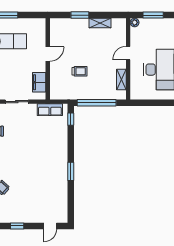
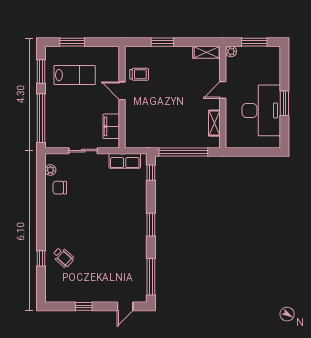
shelving: (100, 23) -> (207, 52), moved
door: (48, 54) -> (122, 91), swing flipped
trolley: (80, 71) -> (139, 74), moved
window: (71, 171) -> (151, 225), moved
window: (71, 202) -> (151, 277), added

